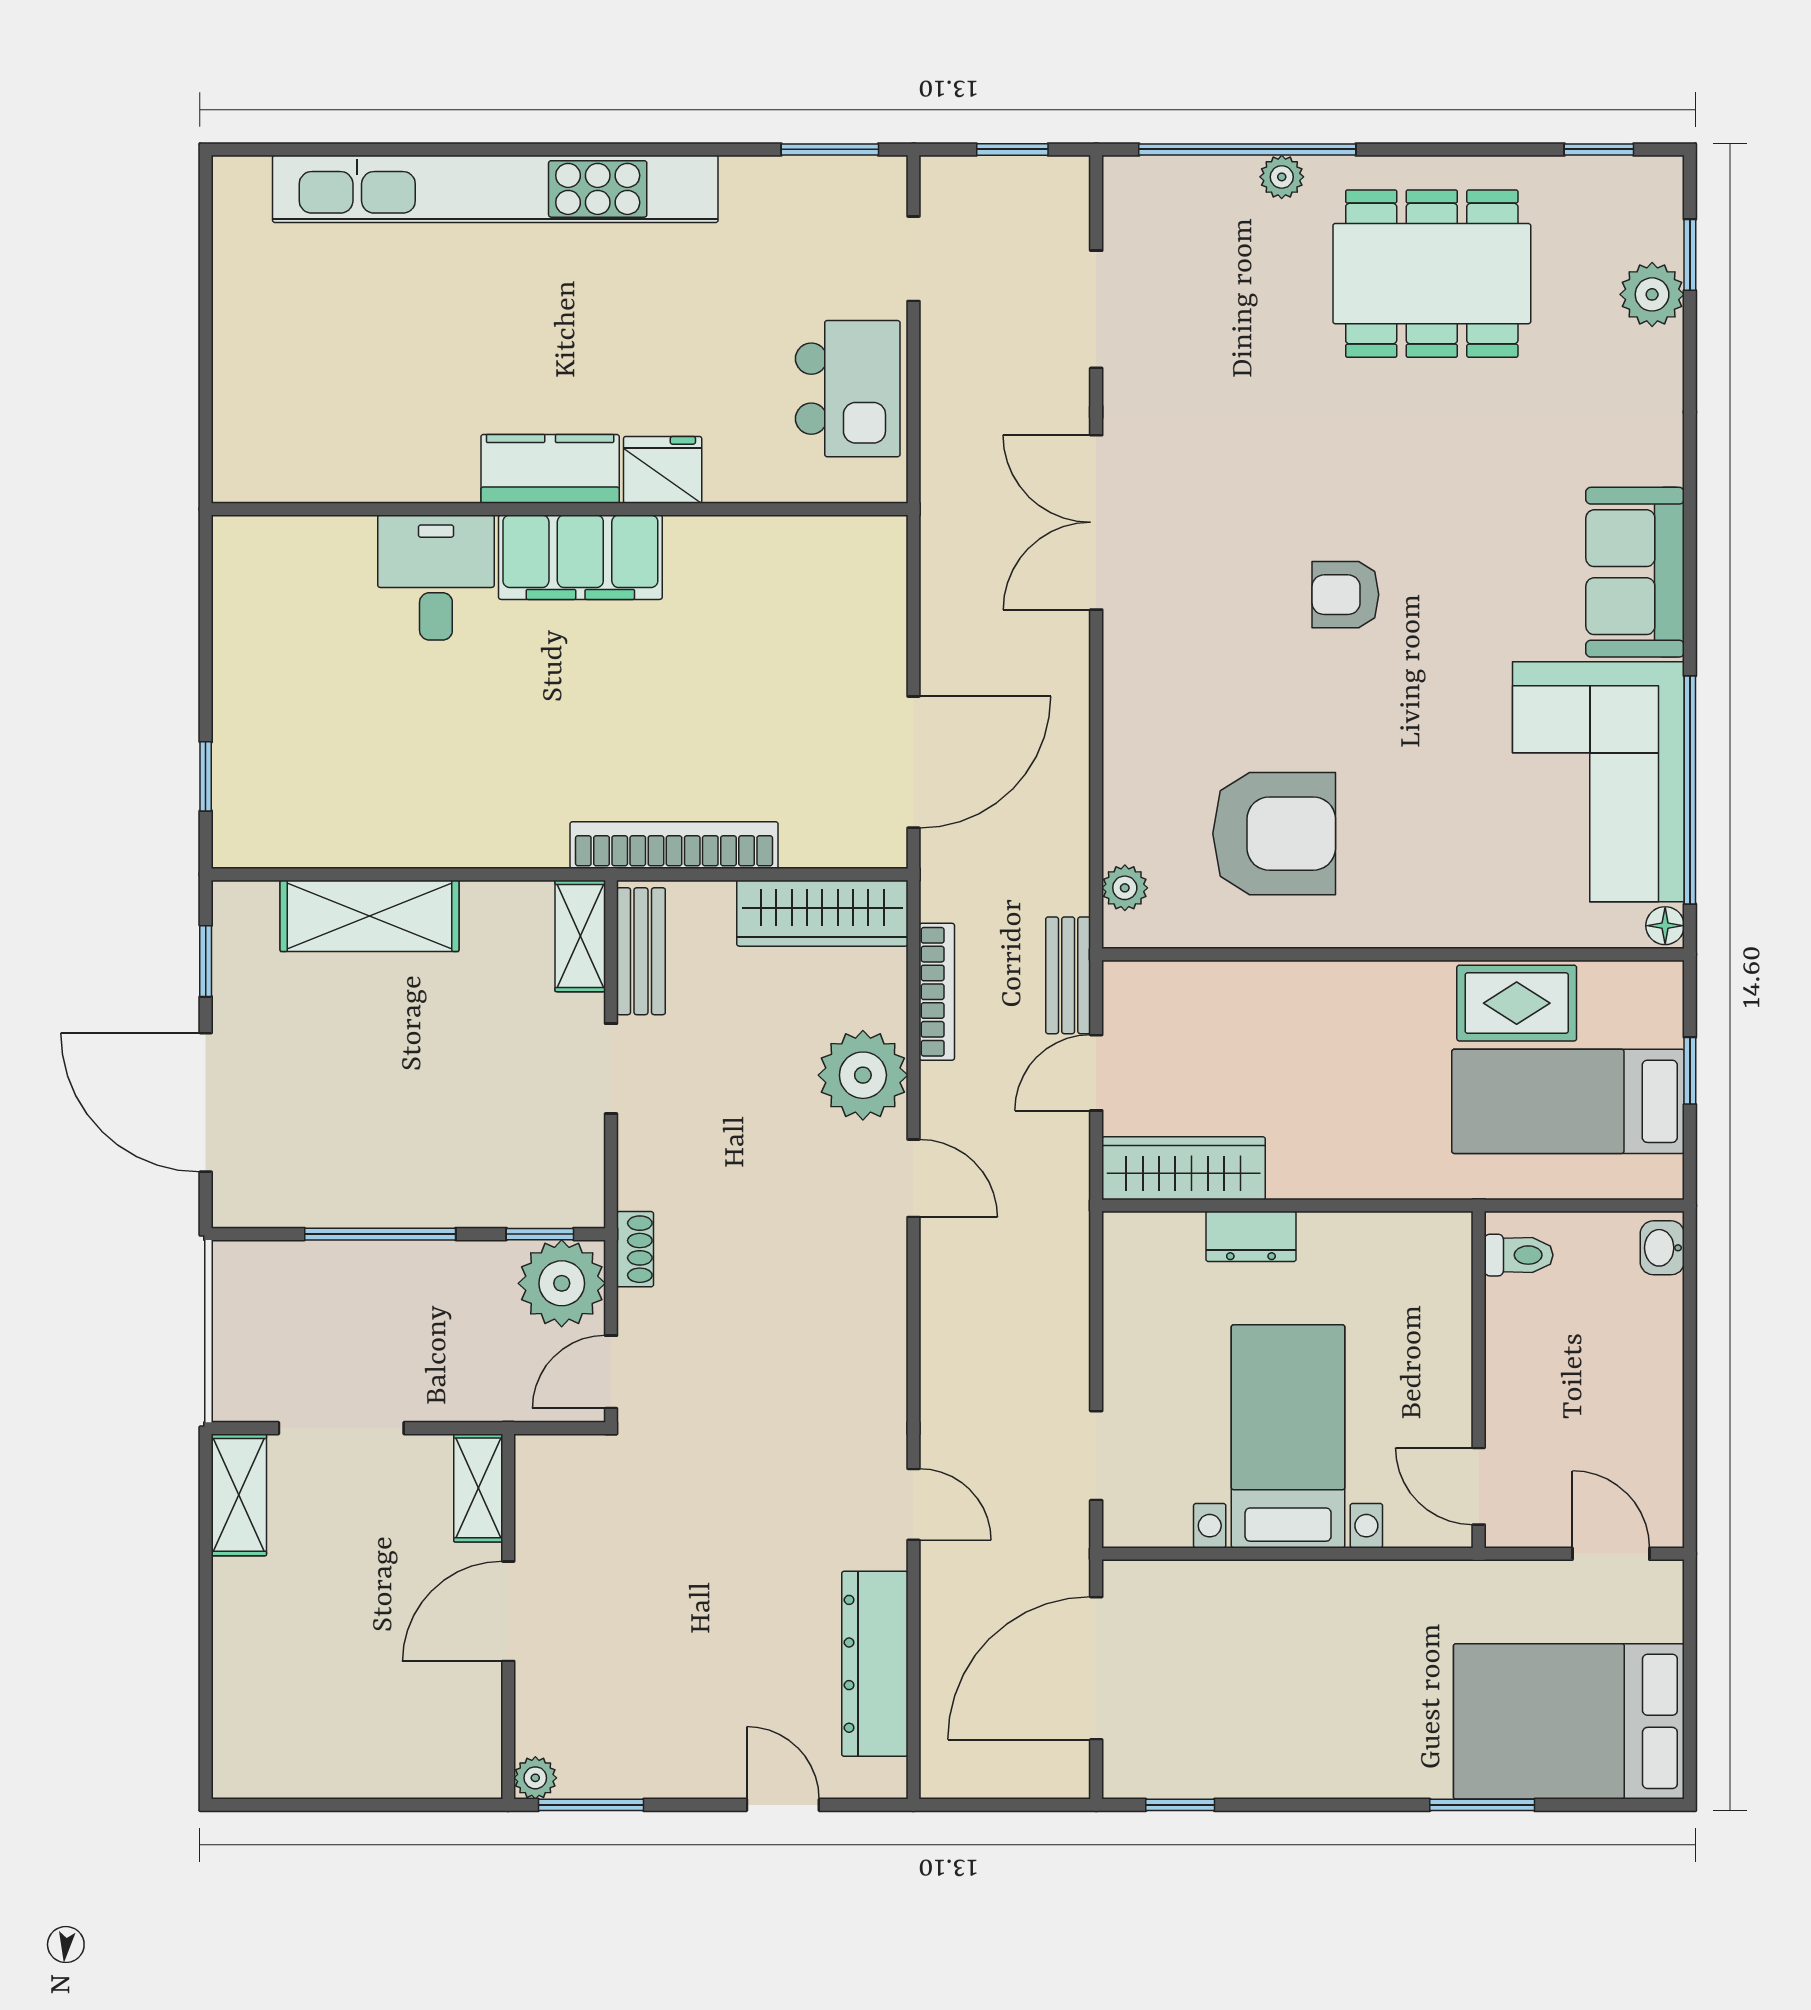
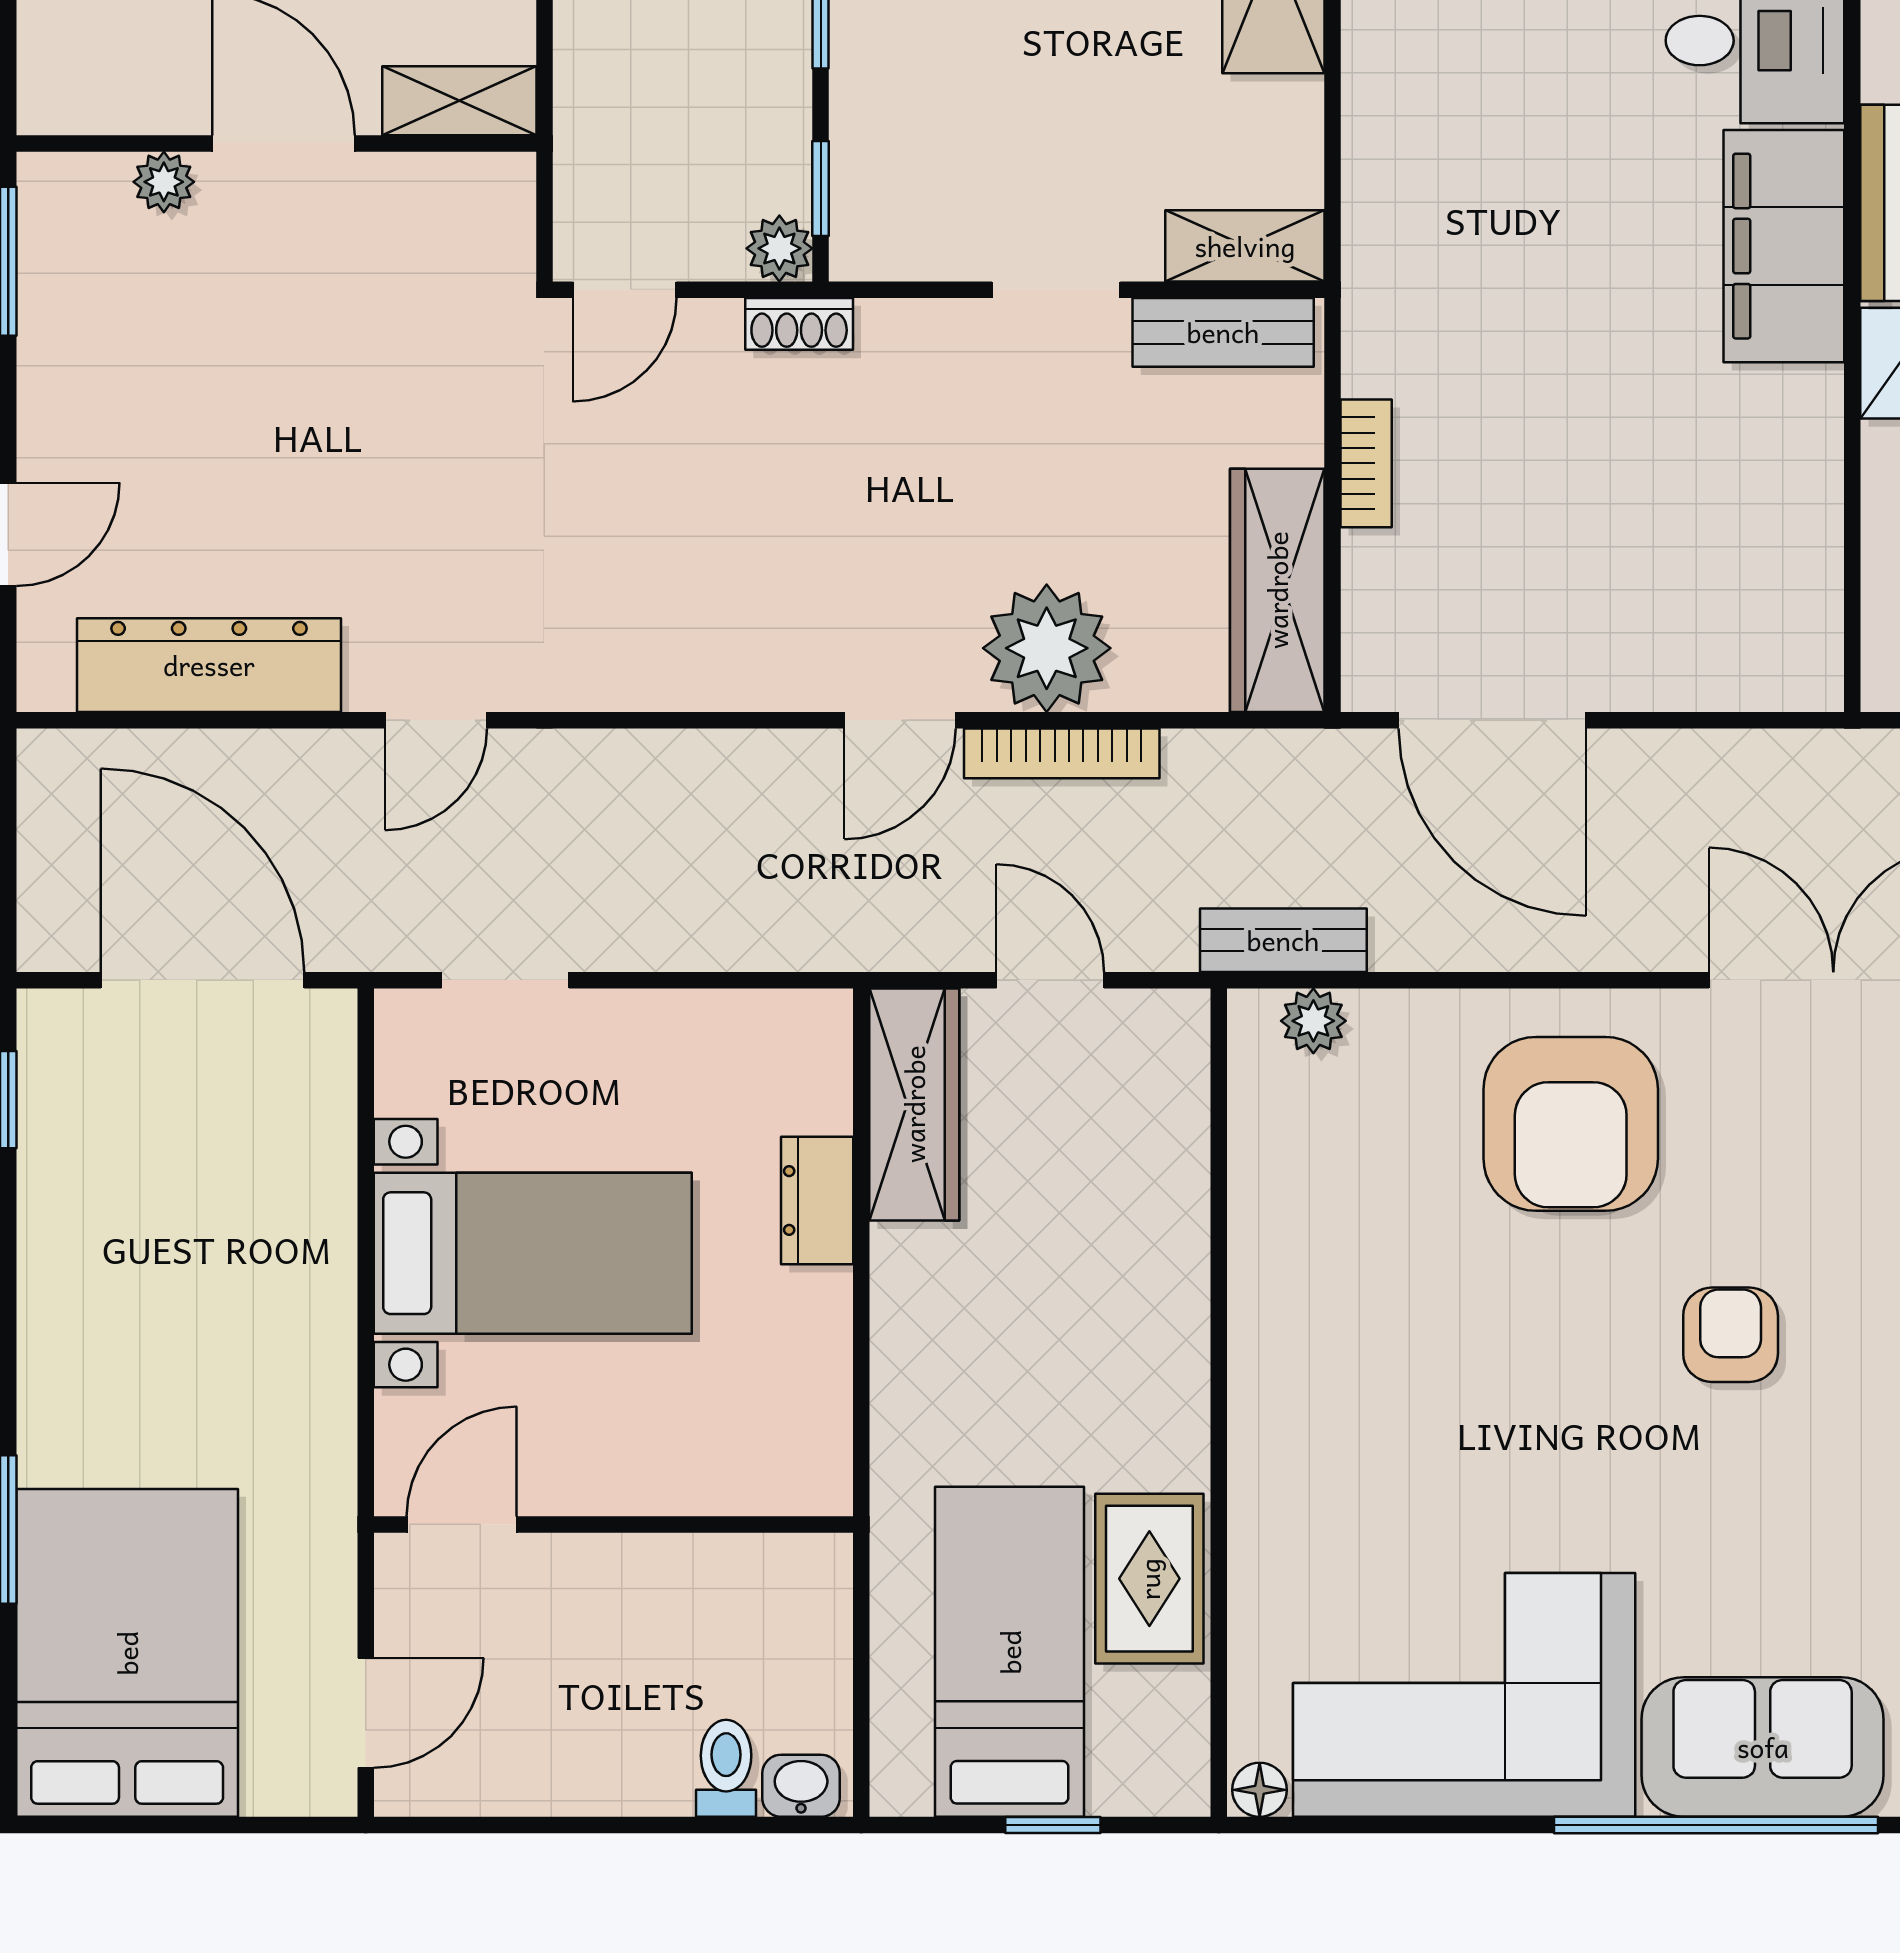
window: (1690, 790) -> (1716, 1825), moved
armchair: (1274, 834) -> (1571, 1124), moved
bookcase: (674, 845) -> (1366, 463), width x0.43, depth x0.76
bench: (1068, 975) -> (1283, 940), moved
bookcase: (937, 992) -> (1062, 753), moved
toilet: (1519, 1255) -> (726, 1768), moved, turned 180
plant: (562, 1283) -> (779, 248), width x0.53, depth x0.53
door: (611, 1372) -> (624, 290), swing flipped
plant: (535, 1778) -> (164, 182), moved

